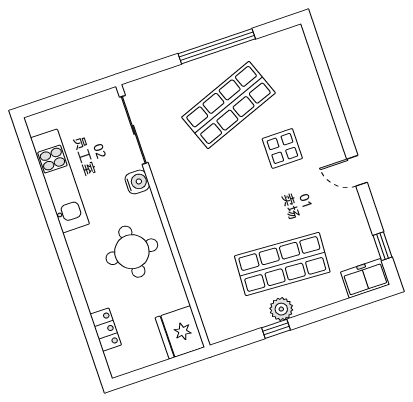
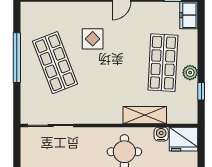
water cooler: (137, 182) -> (161, 134), moved
shelving: (196, 263) -> (145, 115), added
window: (276, 329) -> (201, 91), moved

